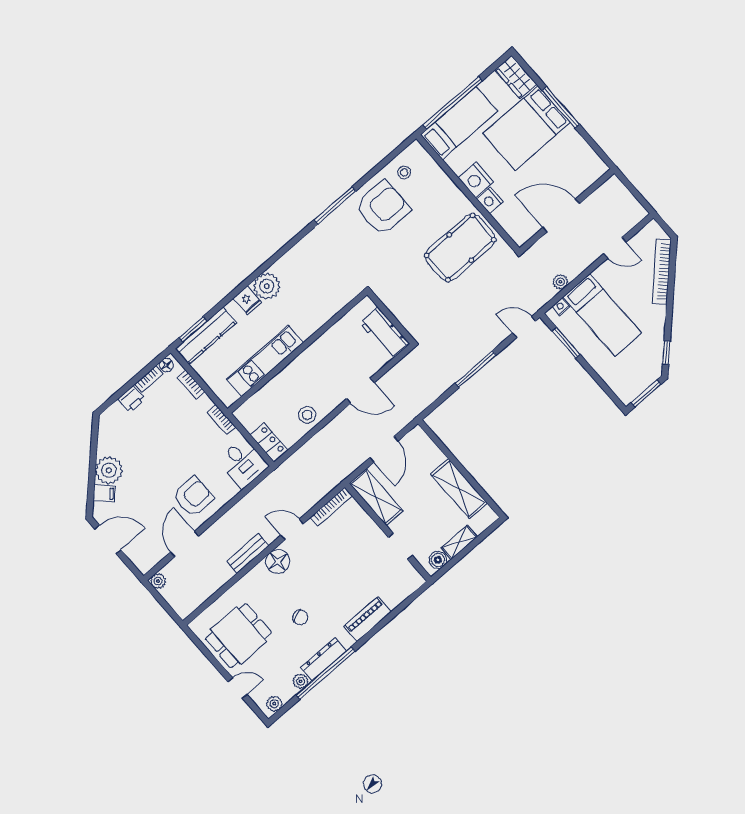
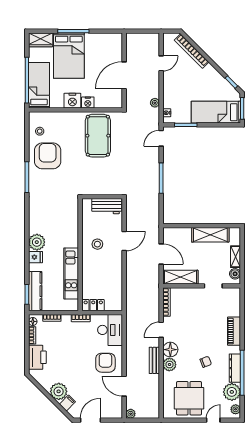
bed: (602, 315) -> (216, 112), moved, turned 180
printer: (132, 399) -> (37, 357), width x1.87, depth x1.48
stool: (307, 415) -> (97, 244), moved
locker: (269, 442) -> (93, 305), moved
desk: (243, 463) -> (110, 330), width x1.37
plant: (259, 576) -> (169, 365), added
plant: (301, 681) -> (232, 392), width x1.88, depth x1.88

